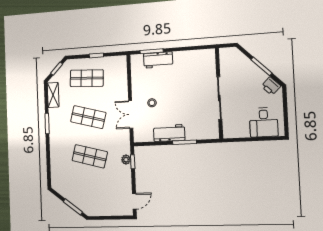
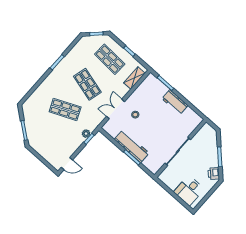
workbench: (158, 60) -> (175, 102), moved
shelving: (53, 95) -> (134, 78), moved
workbench: (169, 133) -> (132, 146), width x1.38
shop shelf: (90, 156) -> (65, 109), turned -39

